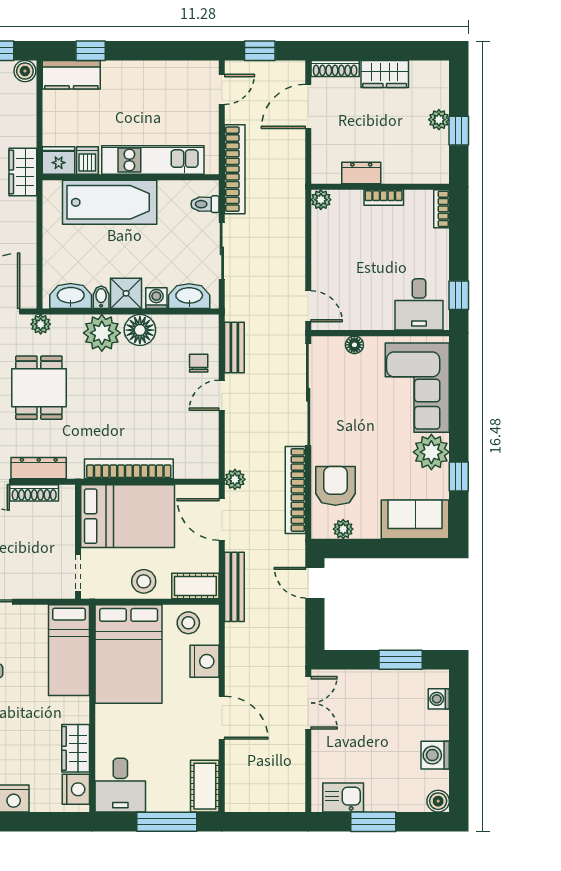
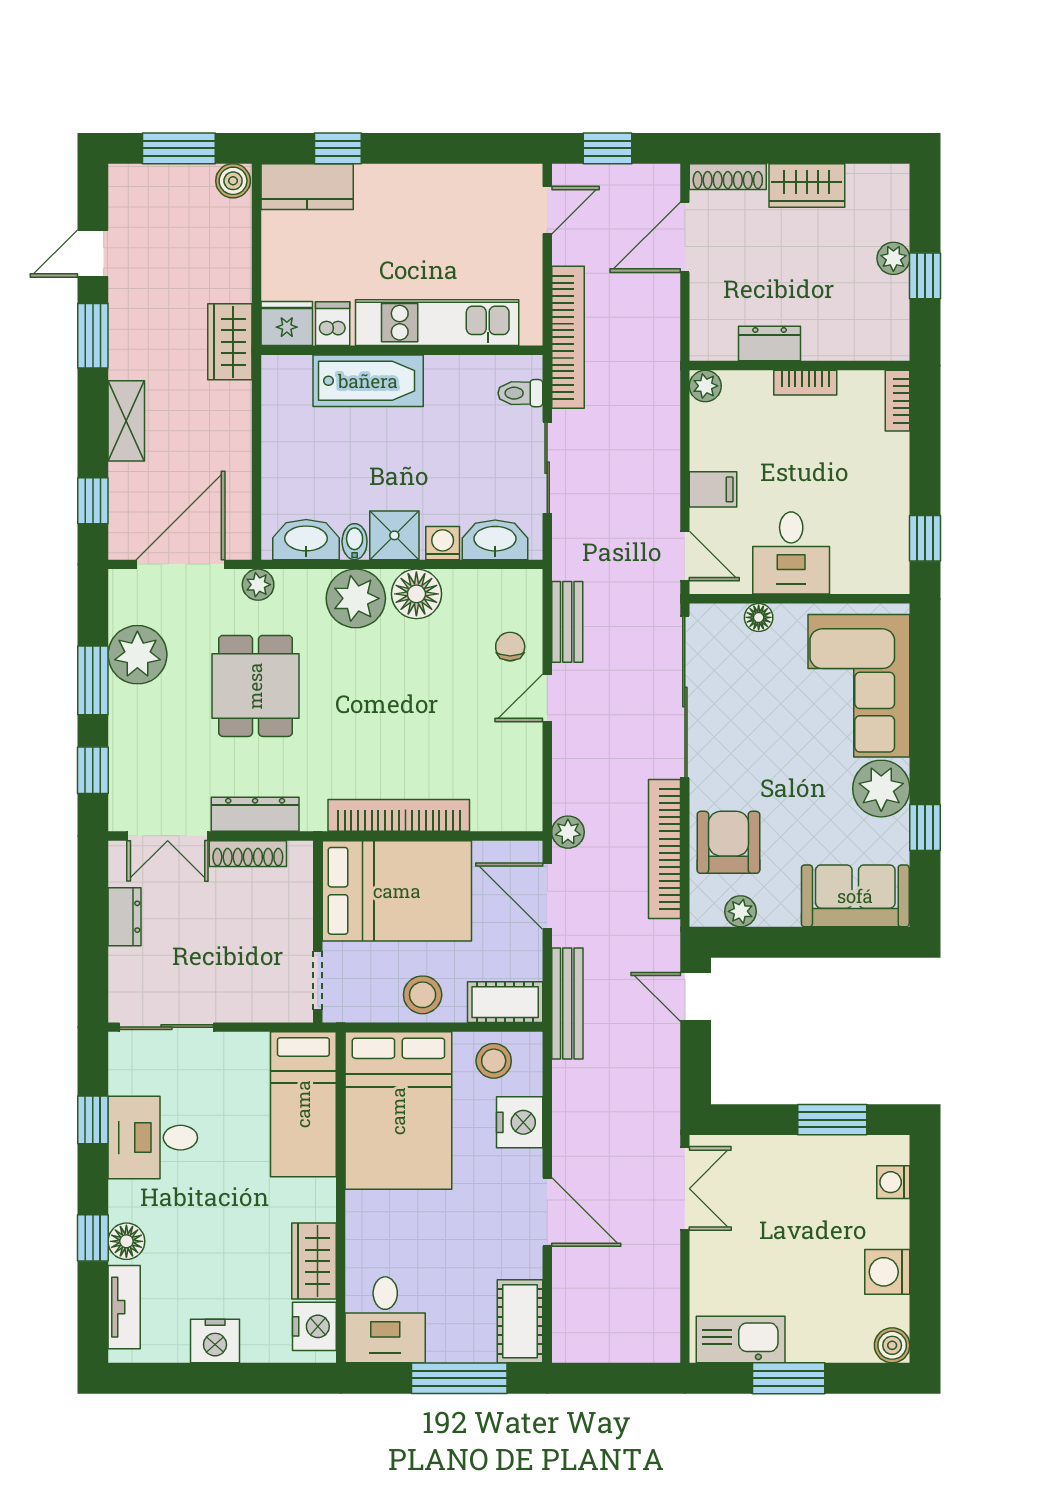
bathtub: (110, 202) -> (368, 381), width x0.73, depth x0.73
filing cabinet: (326, 265) -> (713, 489), added
desk: (419, 304) -> (791, 553), moved
kitchen sink: (343, 798) -> (741, 1340), width x1.38

